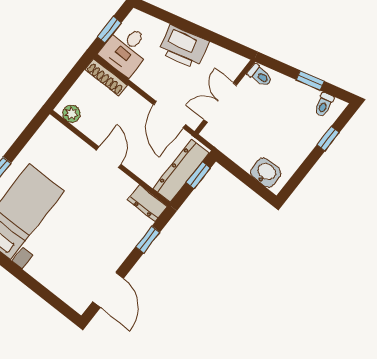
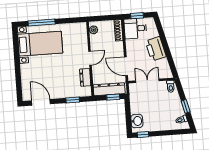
door: (170, 115) -> (126, 66), hinge flipped
window: (328, 139) -> (143, 135), moved
dresser: (147, 203) -> (85, 77), moved
door: (108, 290) -> (41, 102), swing flipped

